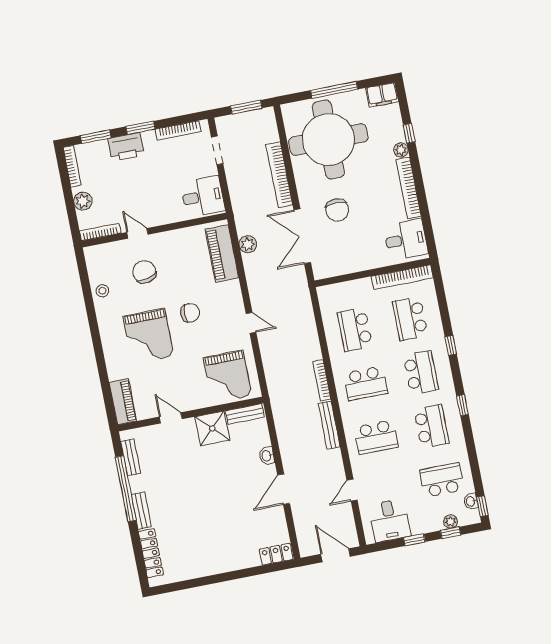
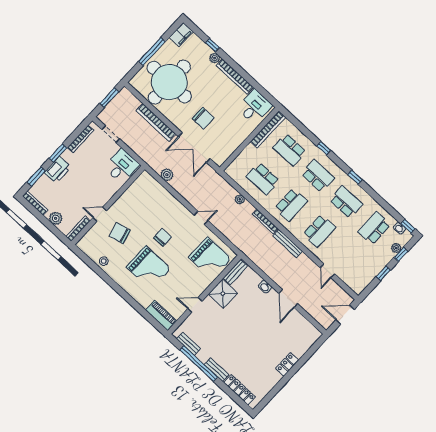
piano: (222, 254) -> (156, 191), removed
plant: (311, 334) -> (240, 199), added
desk: (390, 521) -> (361, 273), removed
locker: (276, 554) -> (287, 364), moved

